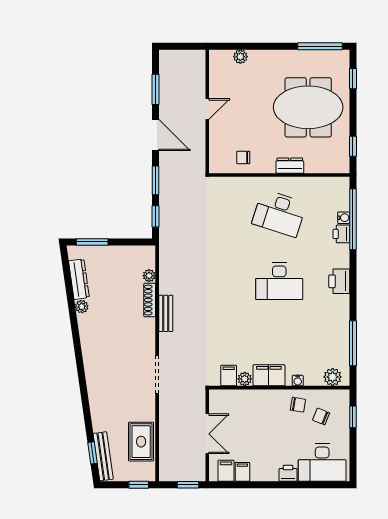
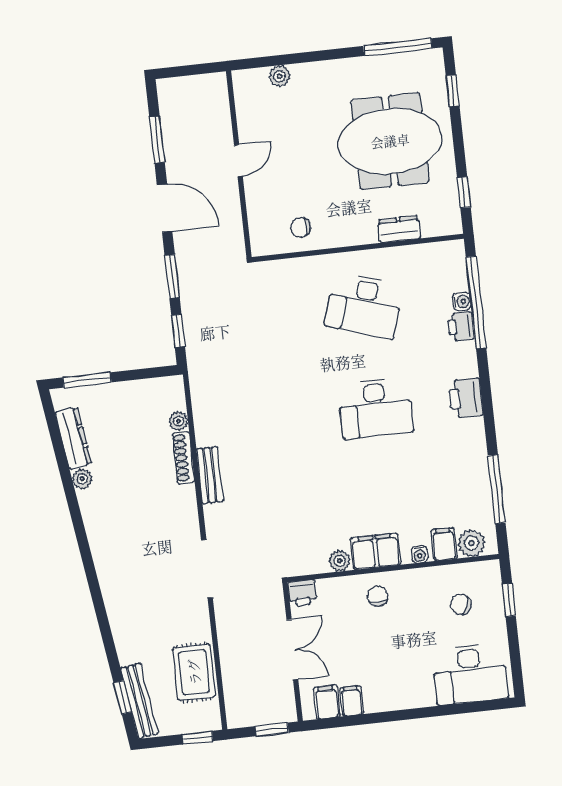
dresser: (290, 166) -> (399, 229), moved
filing cabinet: (229, 376) -> (444, 544), moved
chair: (298, 405) -> (378, 596), moved, turned -99
printer: (288, 473) -> (302, 593), moved, turned 180

